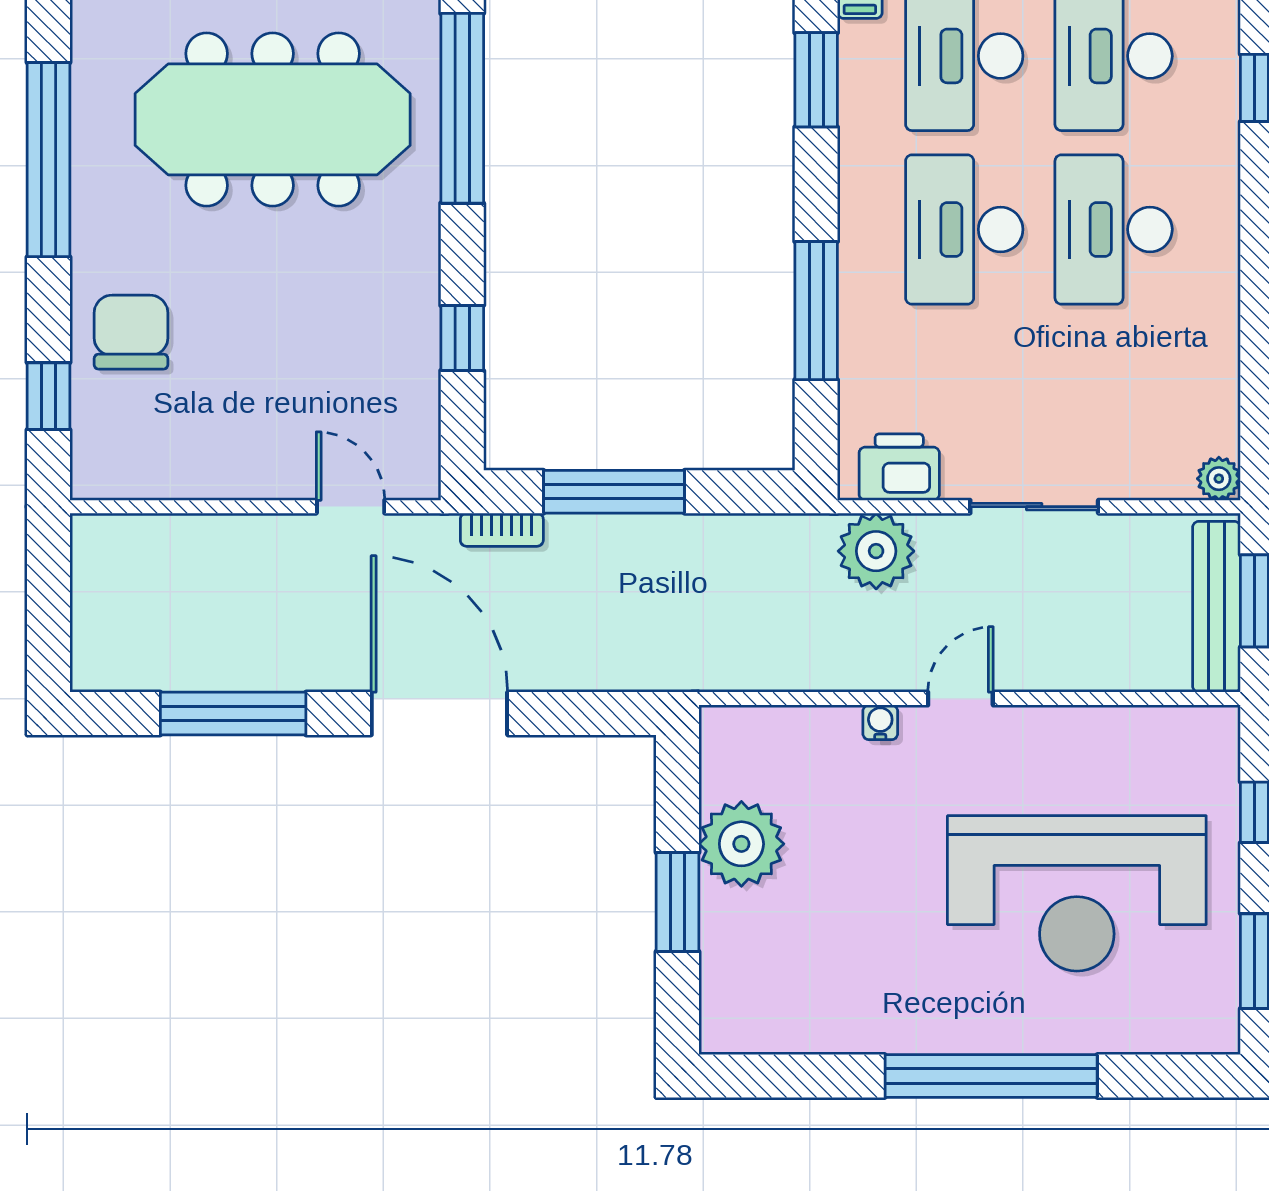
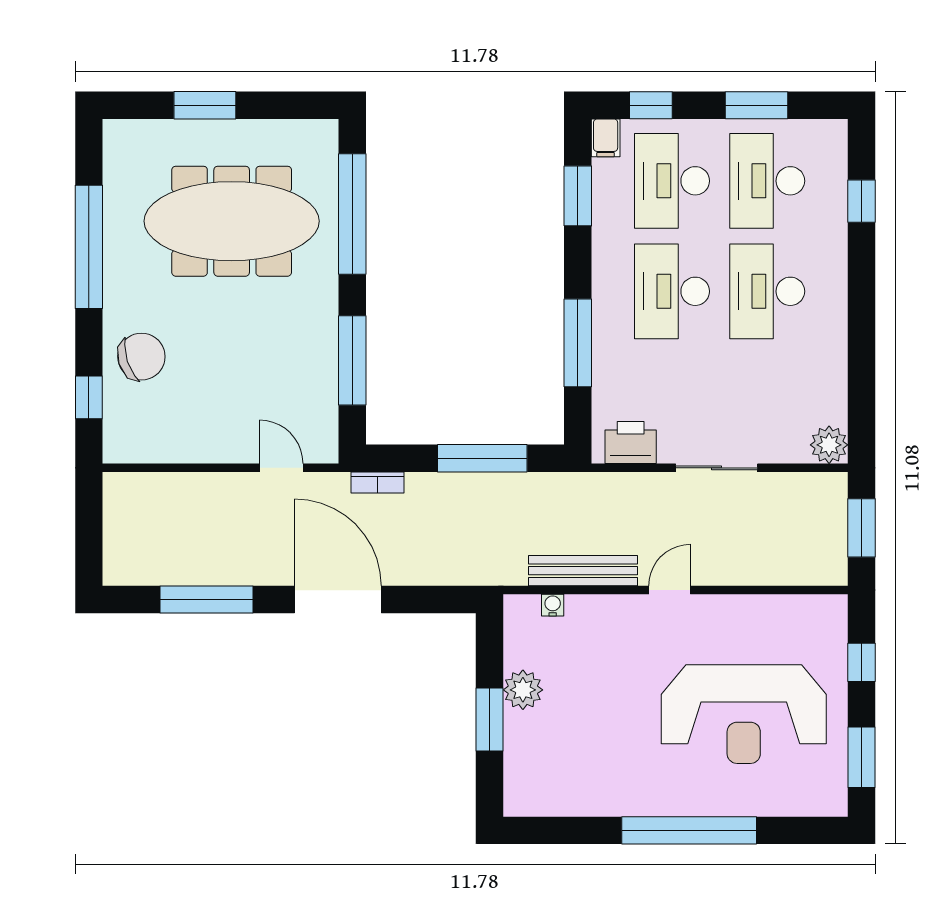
chair: (131, 332) -> (141, 357), turned 72
window: (462, 338) -> (352, 360), width x2.17
plant: (1219, 479) -> (829, 445), width x1.38, depth x1.38
window: (614, 492) -> (482, 458), moved
plant: (876, 551) -> (616, 496), removed
bench: (1217, 607) -> (583, 571), moved, turned 90
water cooler: (880, 722) -> (553, 605), moved
plant: (741, 844) -> (523, 690), width x0.73, depth x0.73

